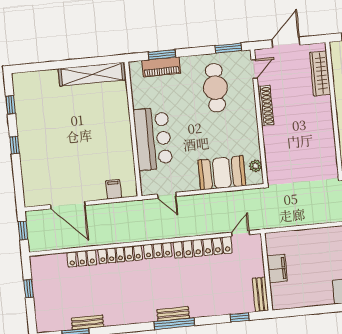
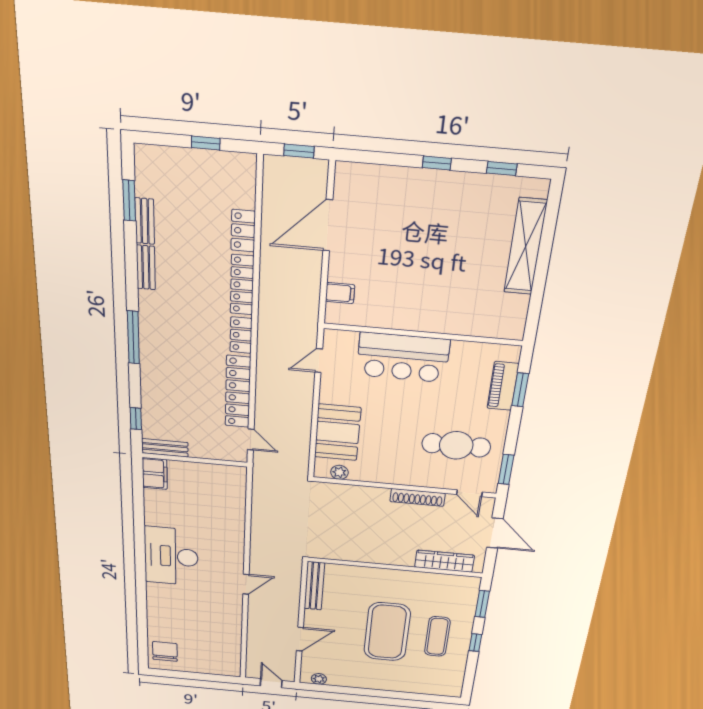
shelving: (92, 74) -> (525, 247), moved
filing cabinet: (277, 269) -> (155, 474), moved, turned -90
bench: (173, 314) -> (146, 267), moved

